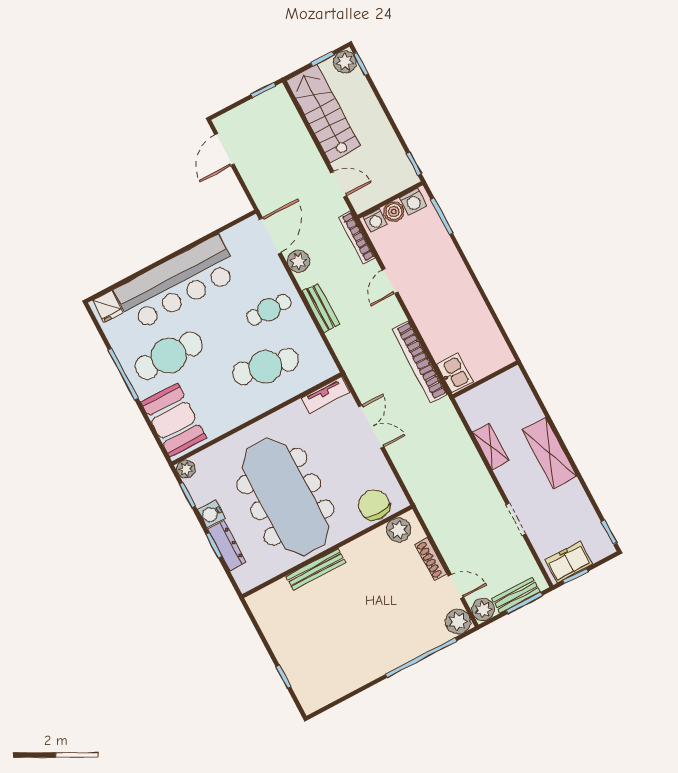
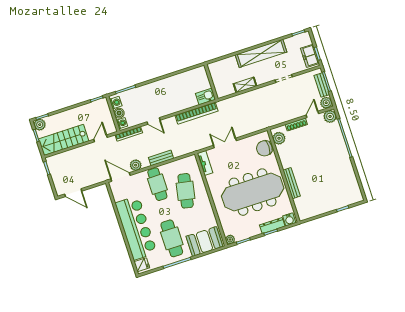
cafe table: (269, 310) -> (157, 184), width x1.37, depth x1.35
shelving: (550, 453) -> (261, 53), width x1.47
water cooler: (211, 514) -> (289, 219), moved

